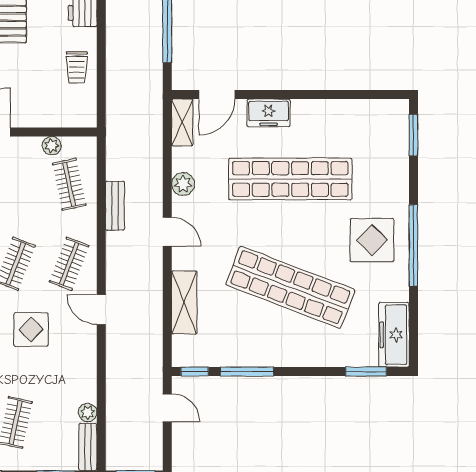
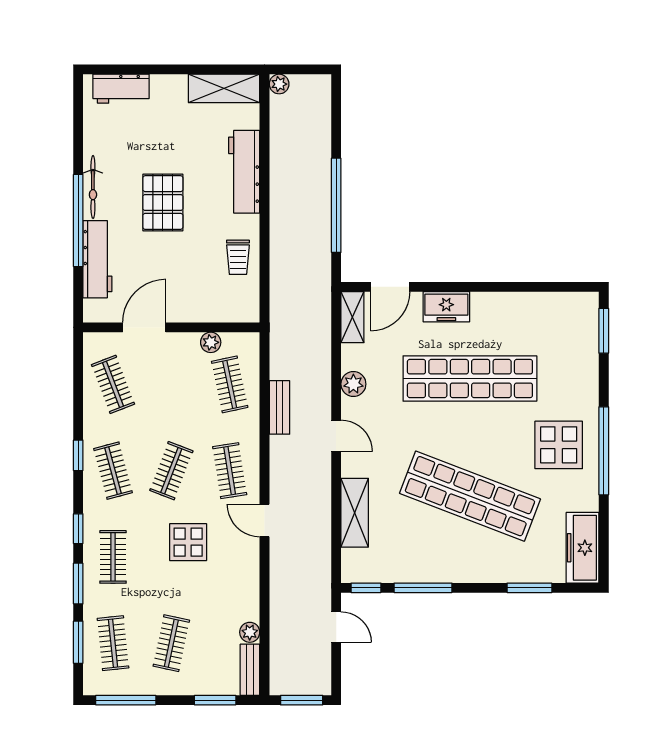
clothes rail: (69, 264) -> (230, 471), turned -30
window: (366, 372) -> (529, 588), moved

